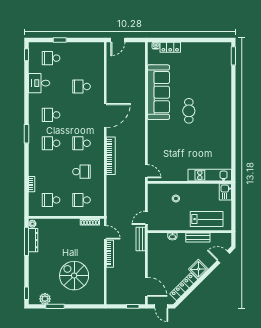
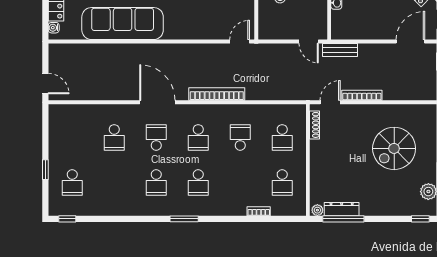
desk: (39, 83) -> (109, 200), removed
school desk: (81, 115) -> (156, 137), added

